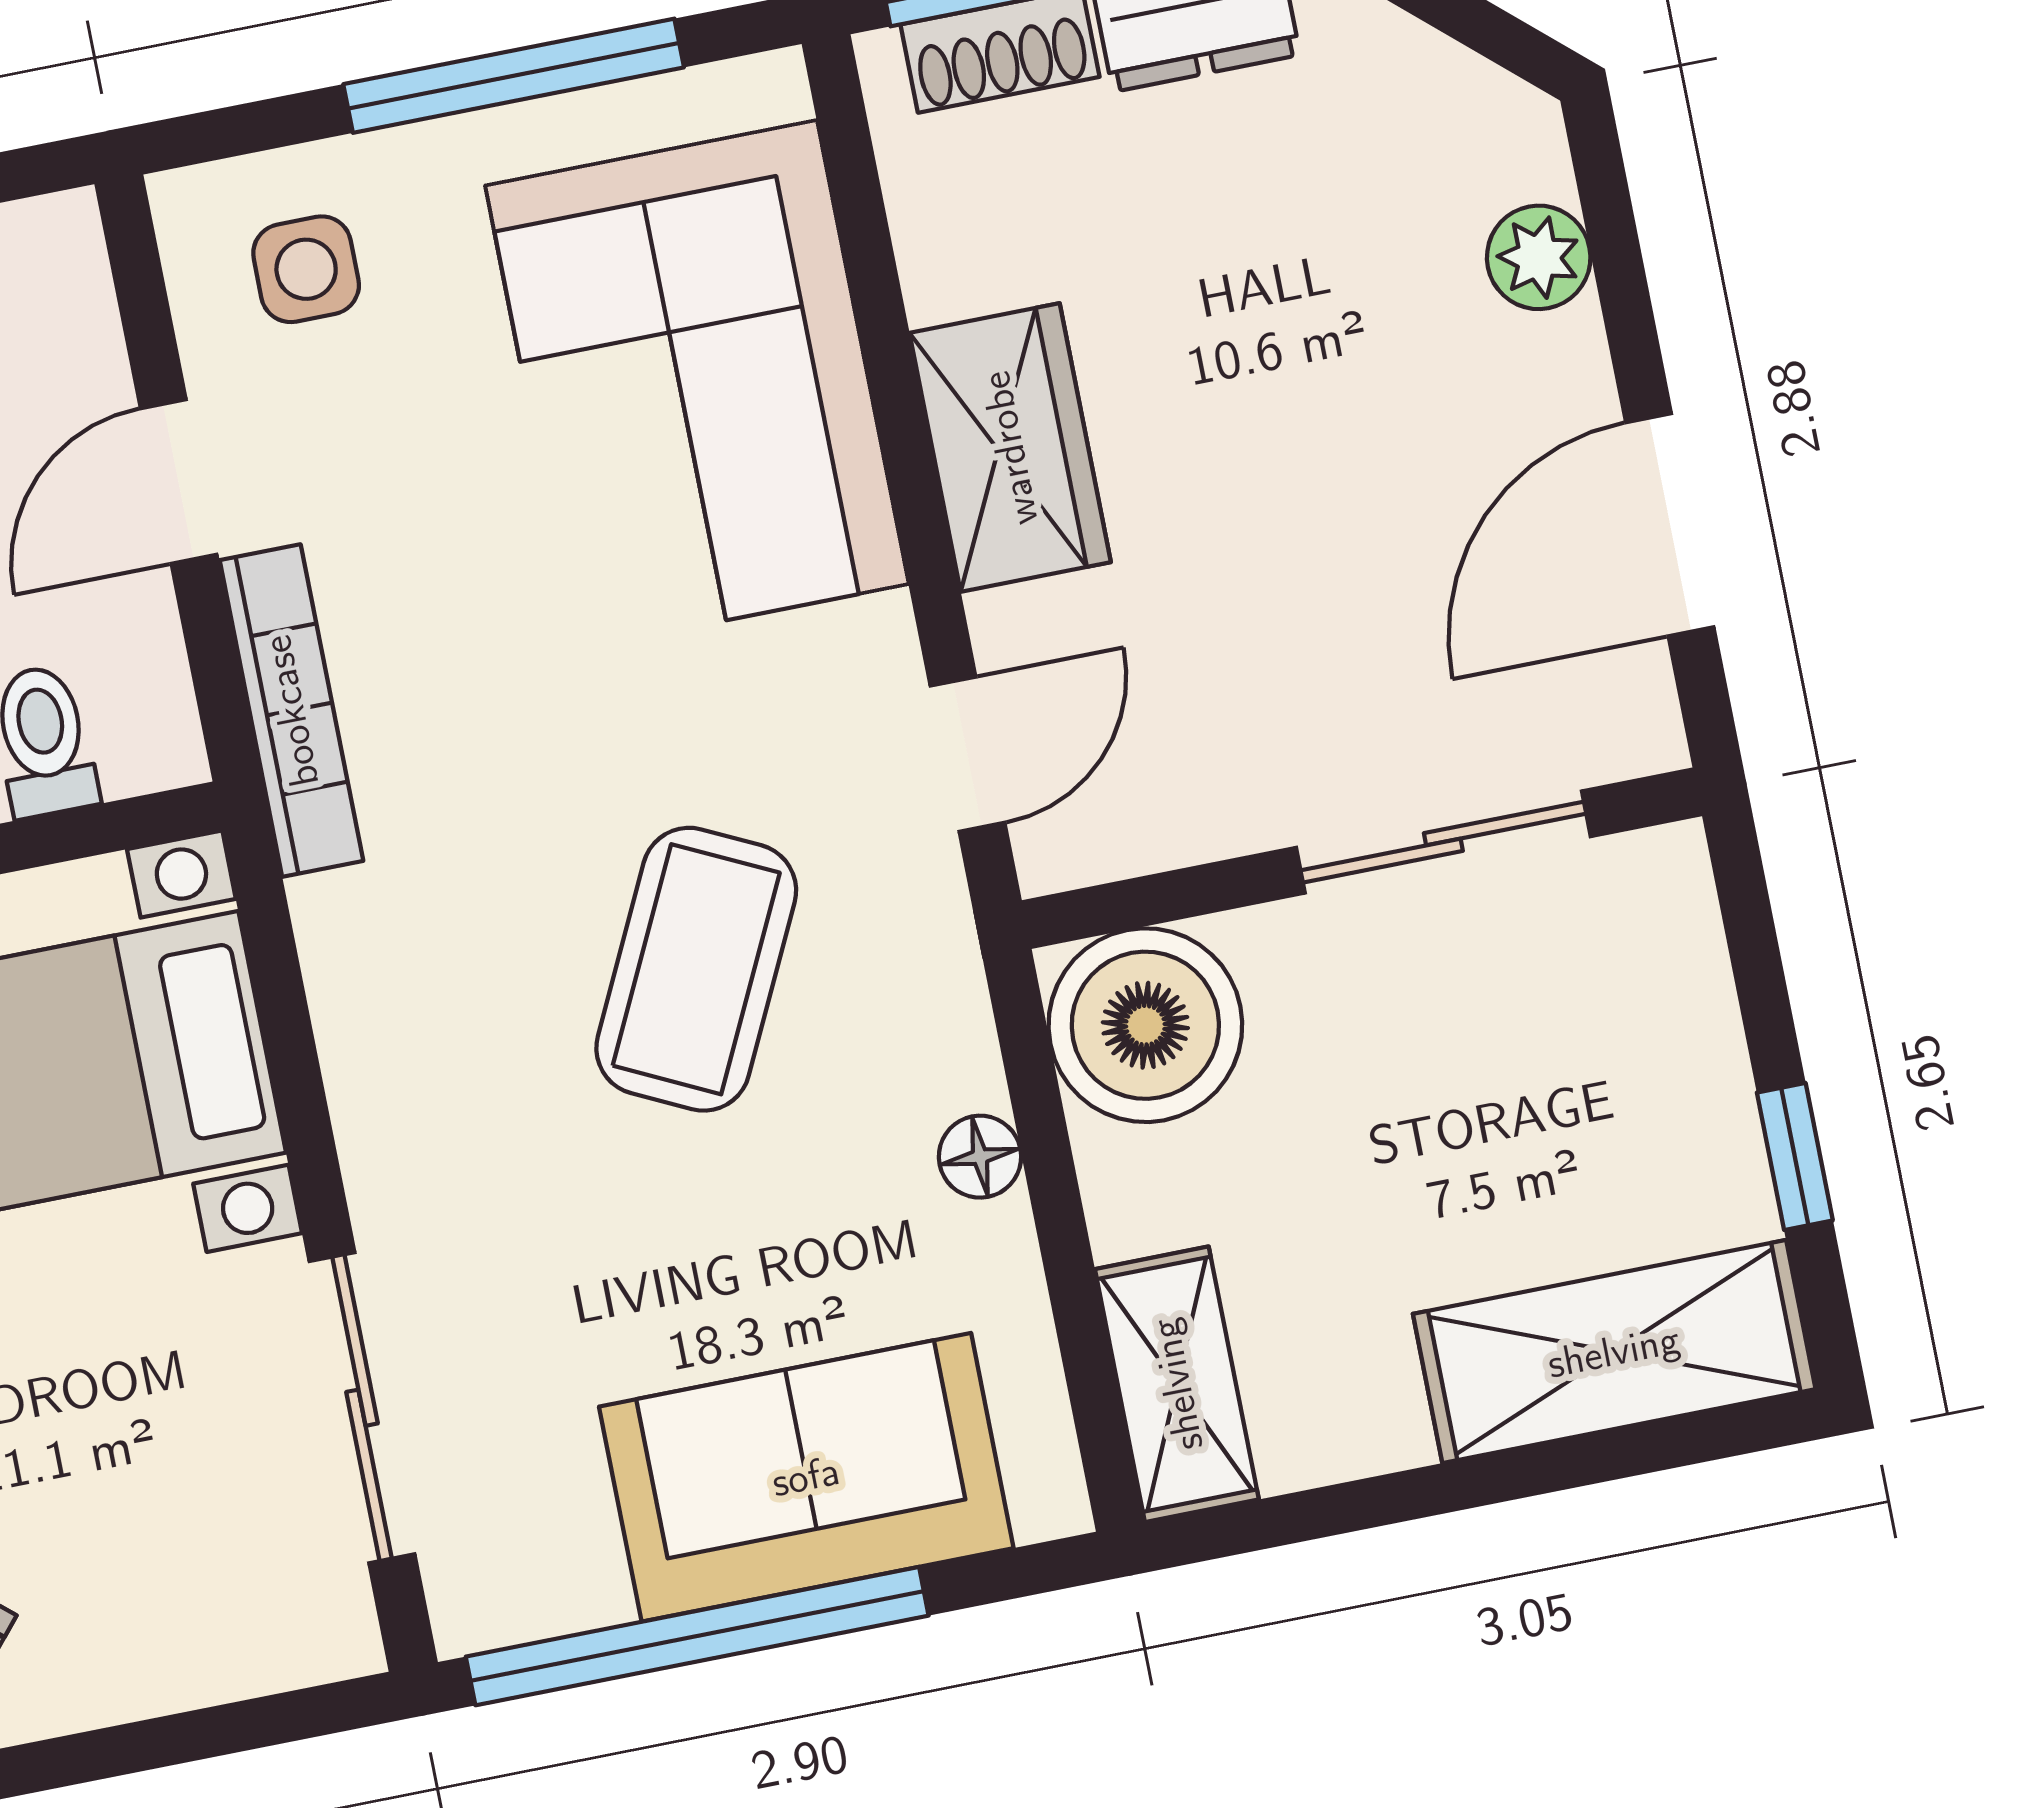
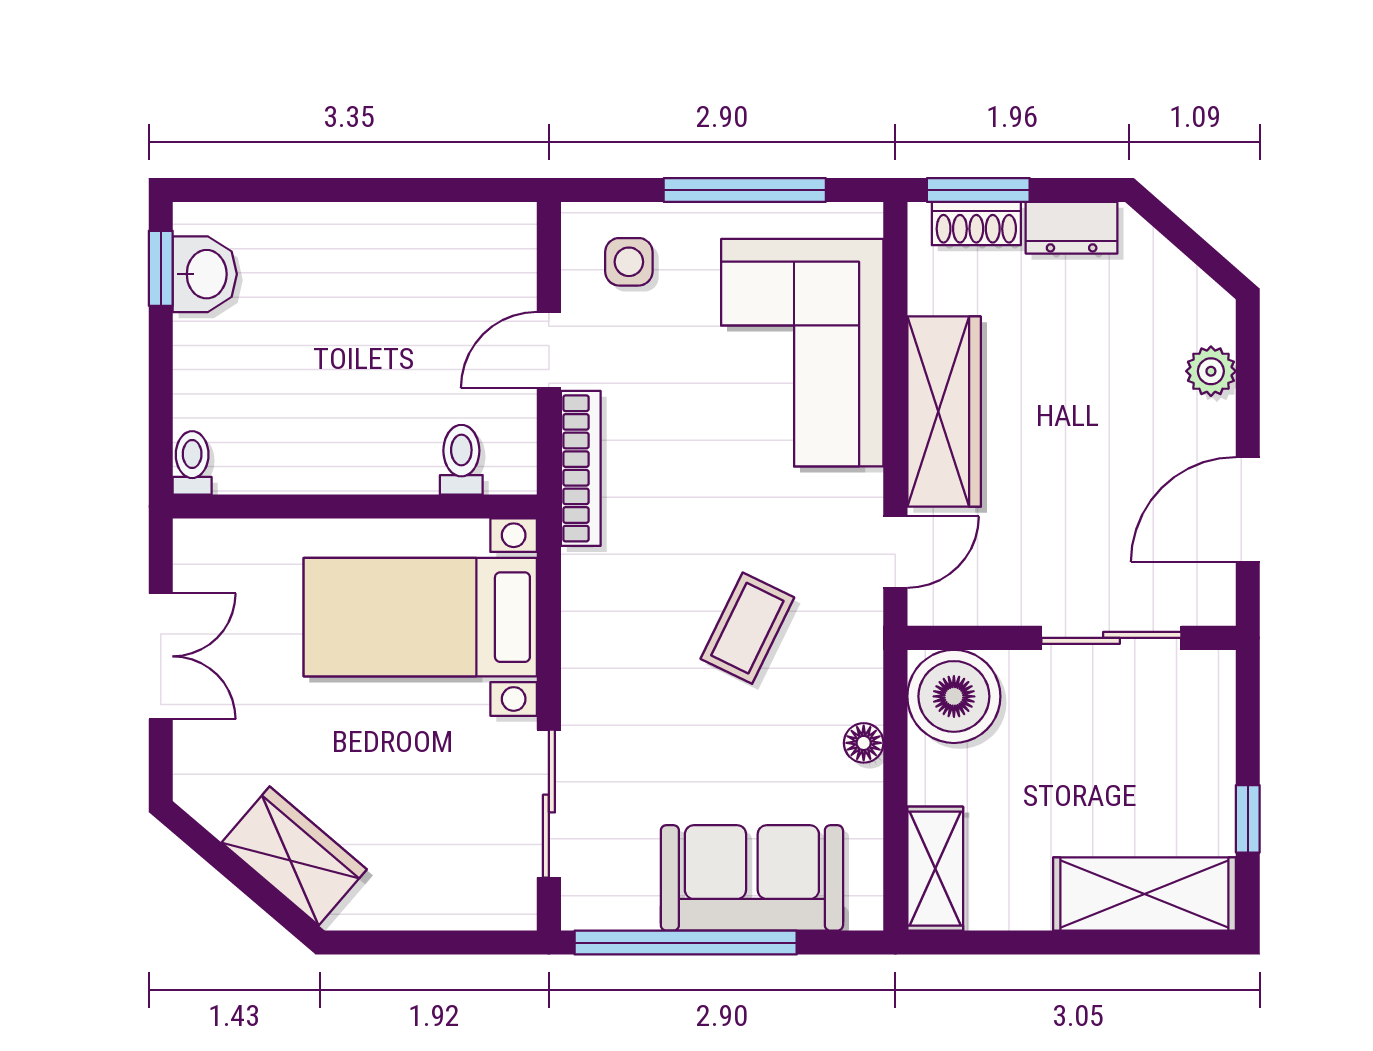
wardrobe: (1010, 448) -> (944, 412), width x1.50
coffee table: (696, 969) -> (747, 628), width x0.73, depth x0.77

